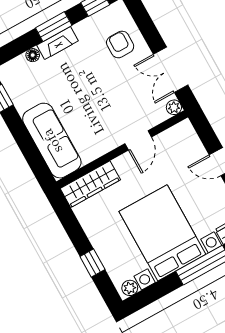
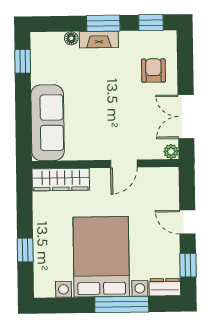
plant: (130, 288) -> (46, 290), removed

